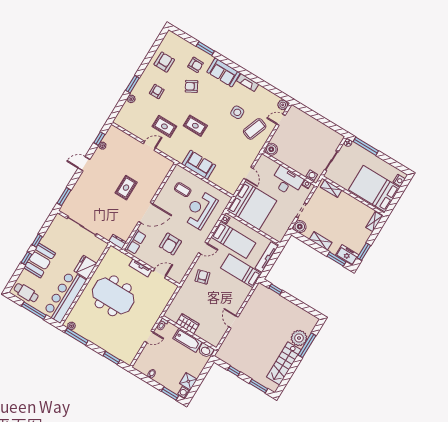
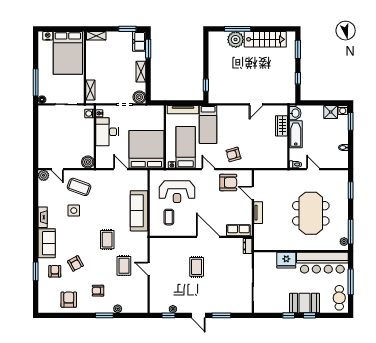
armchair: (164, 62) -> (69, 300), turned 90
sofa: (199, 165) -> (139, 211), width x1.36
door: (248, 173) -> (120, 169), hinge flipped
rug: (126, 188) -> (197, 267), turned 90
window: (64, 197) -> (221, 315), moved
armchair: (170, 244) -> (228, 183), moved
meeting table: (113, 296) -> (311, 213), moved
wardrobe: (188, 324) -> (281, 126), moved

